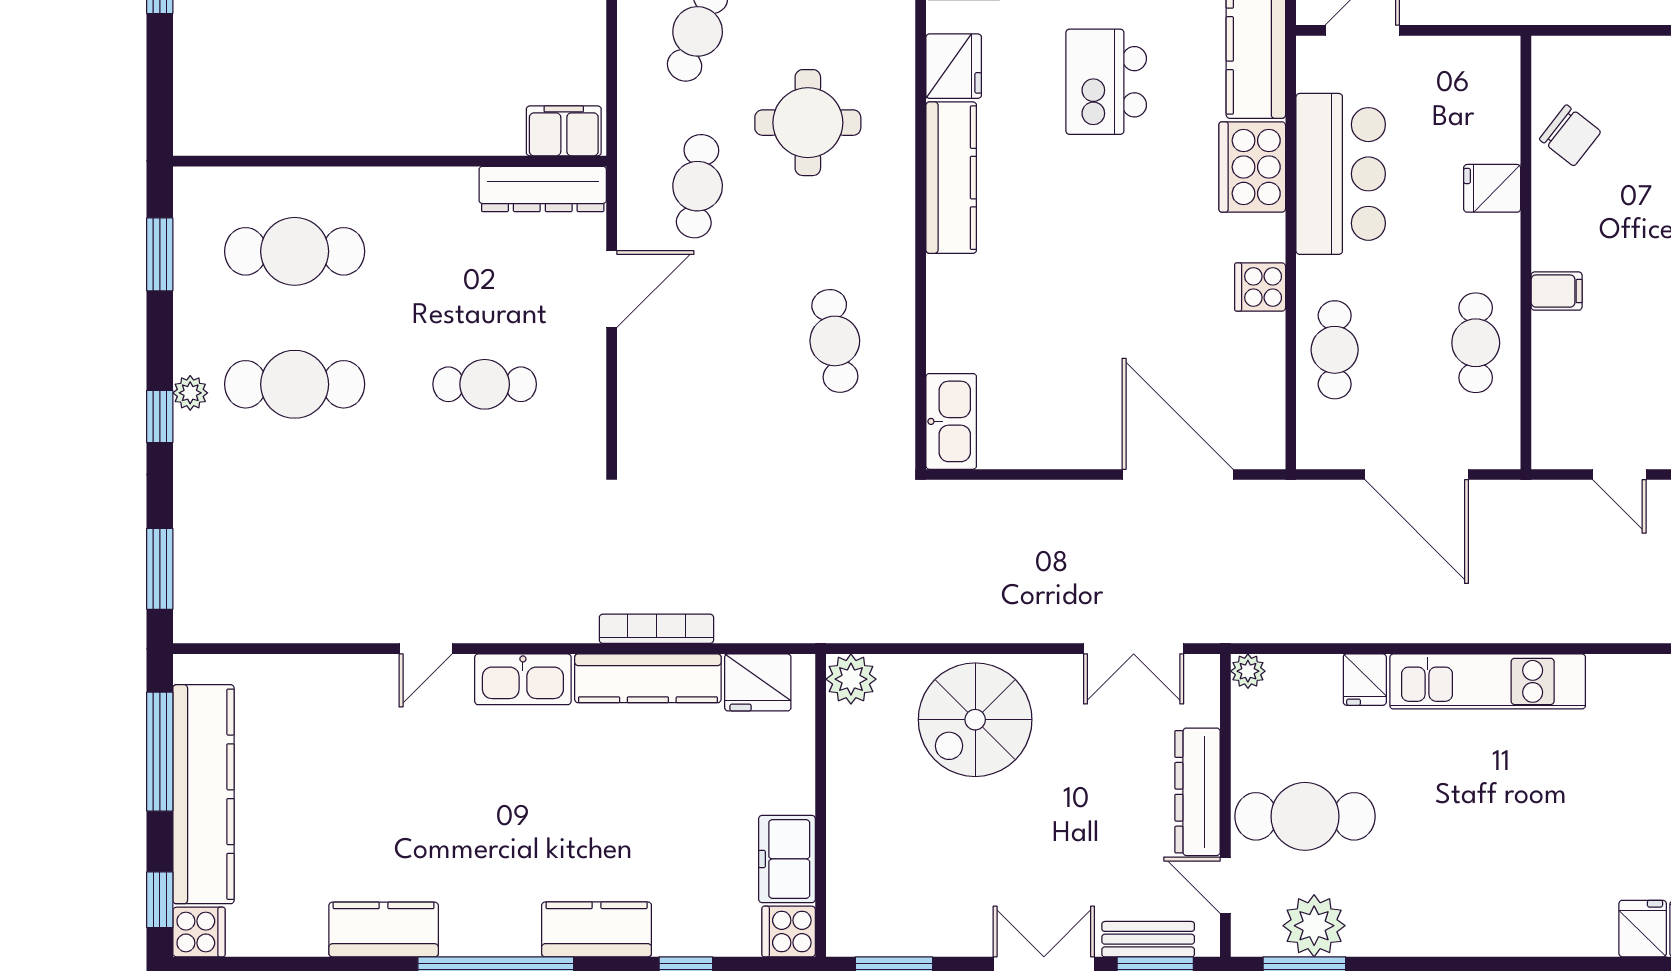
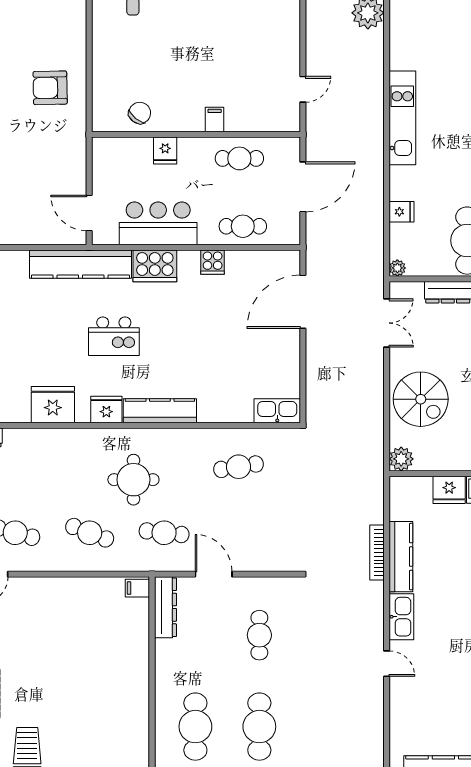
filing cabinet: (564, 131) -> (137, 588), width x0.50
kitchen unit: (1488, 681) -> (402, 118), moved
fridge: (758, 682) -> (449, 490), moved, turned 90

